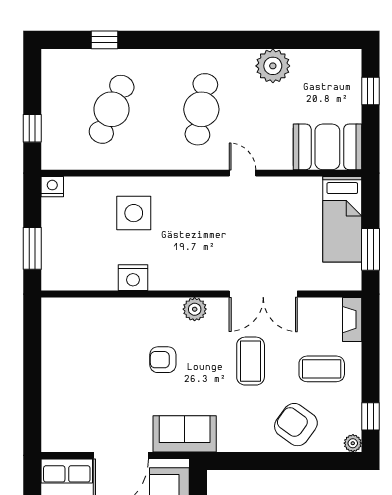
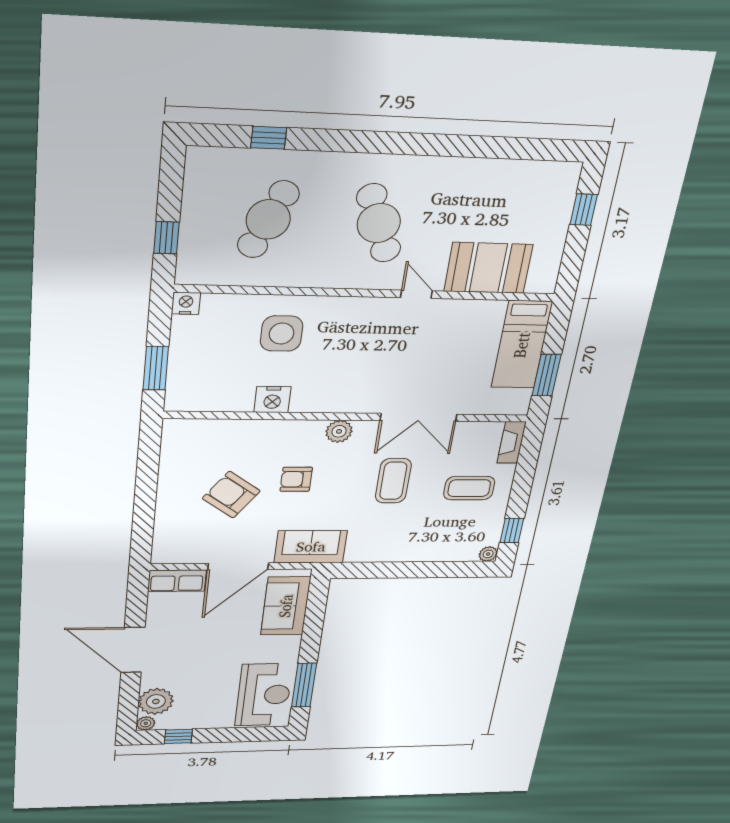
plant: (273, 66) -> (474, 177), removed
cafe table: (201, 109) -> (379, 223), turned -30
booth: (327, 147) -> (488, 268), moved
armchair: (296, 425) -> (231, 495), moved

